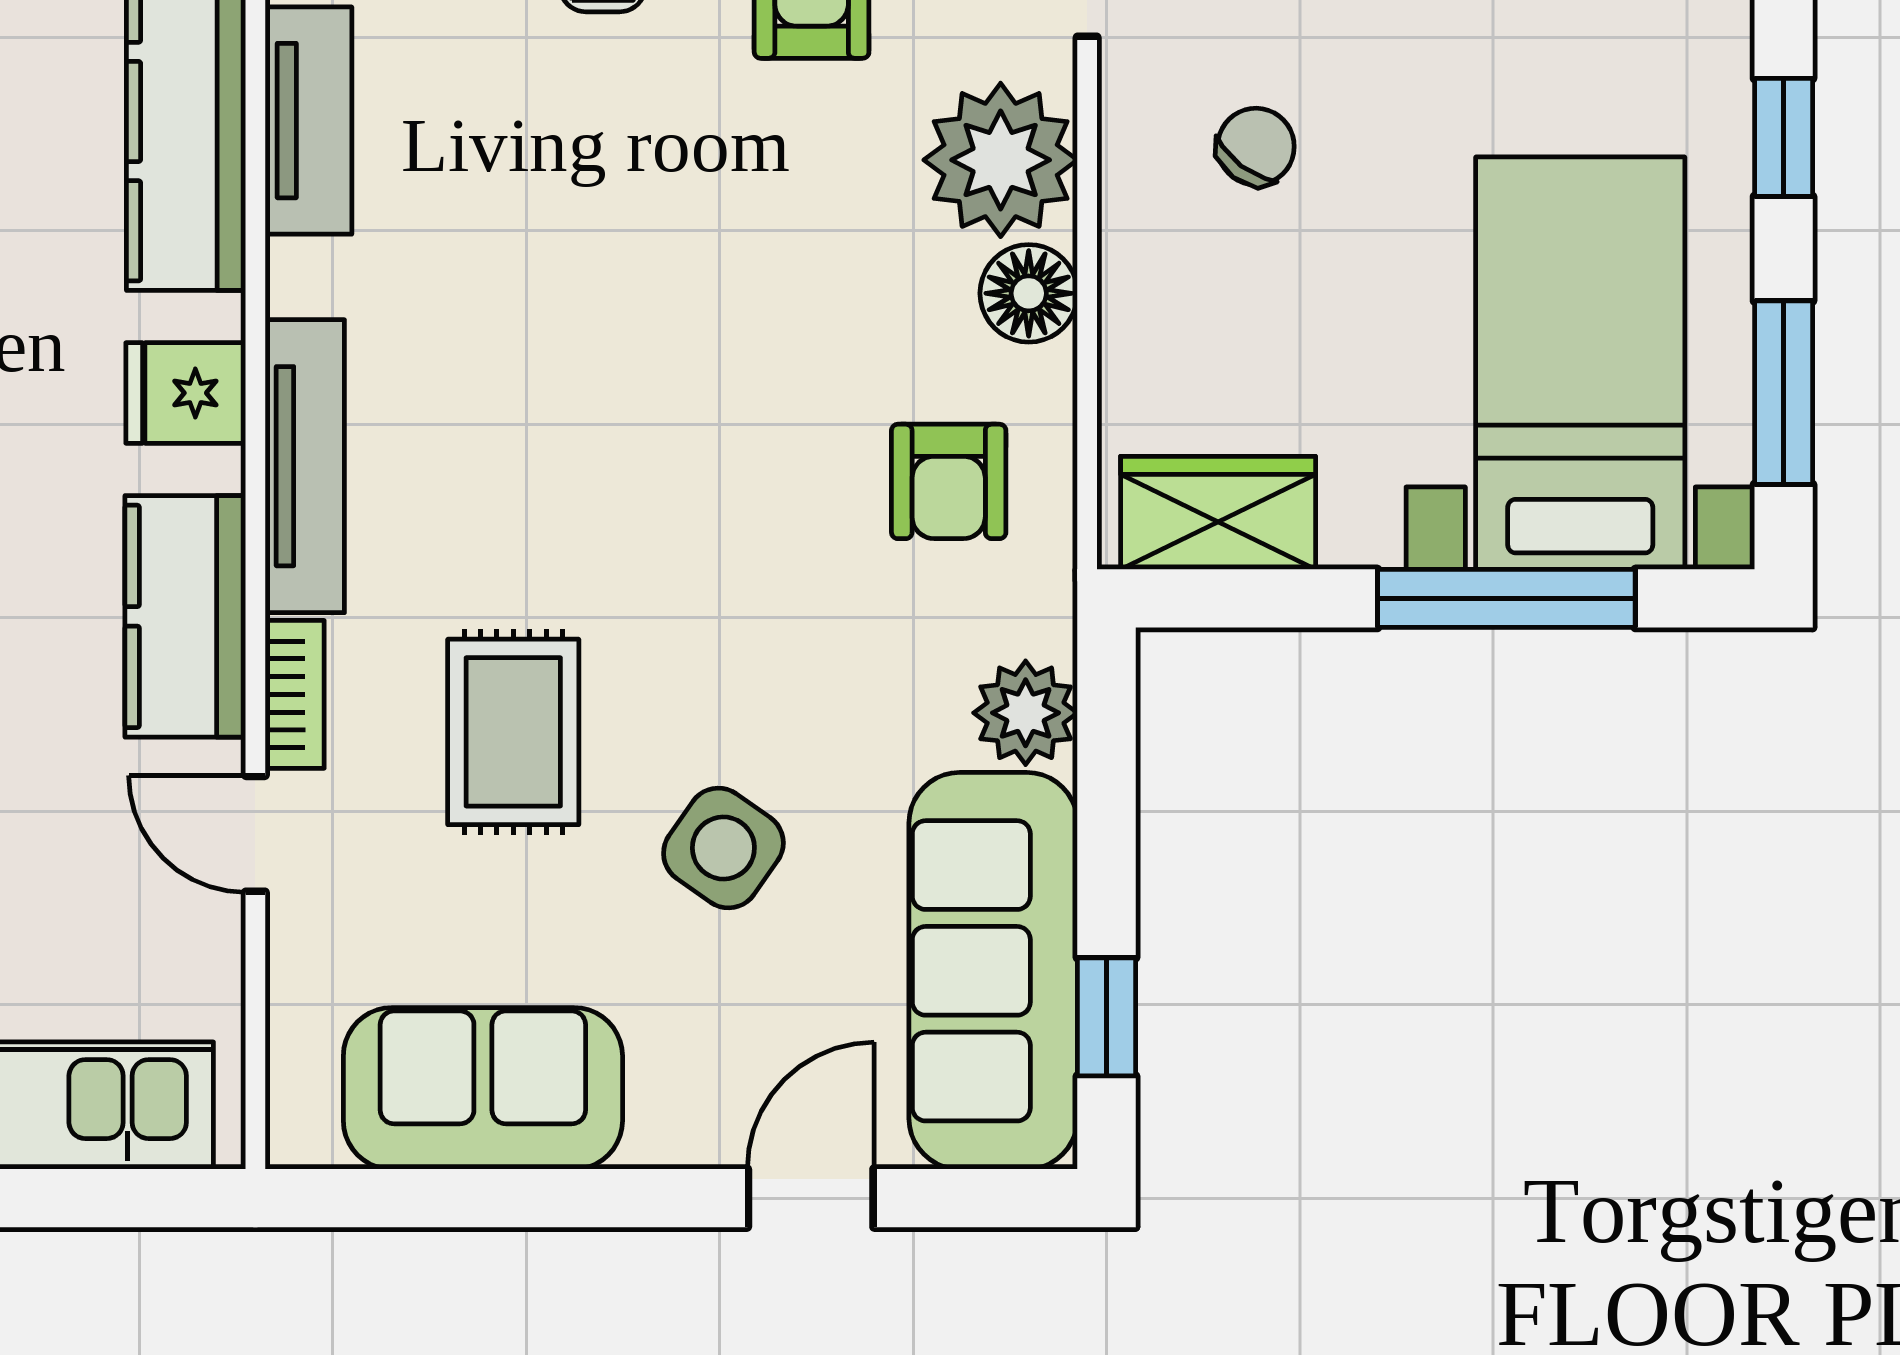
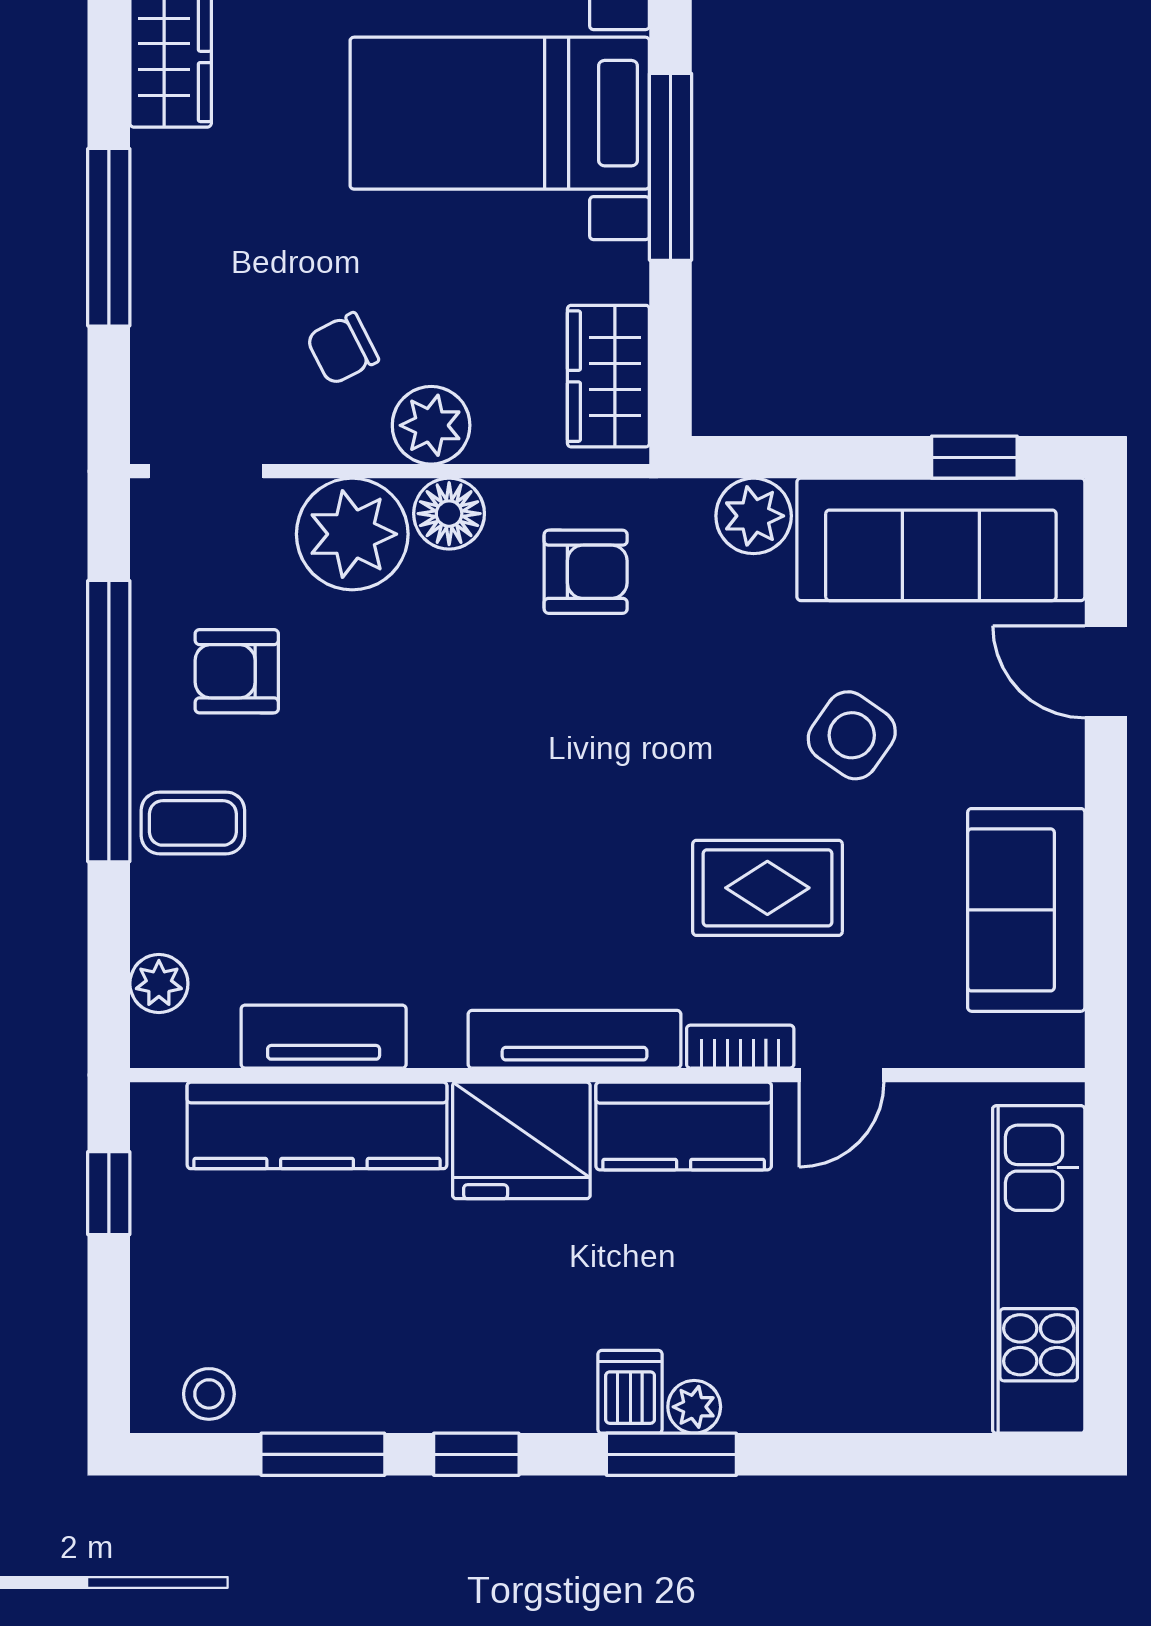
chair: (1256, 147) -> (342, 349), turned -64
plant: (1150, 269) -> (431, 425), added
fridge: (186, 393) -> (521, 1140), width x1.88, depth x1.34

